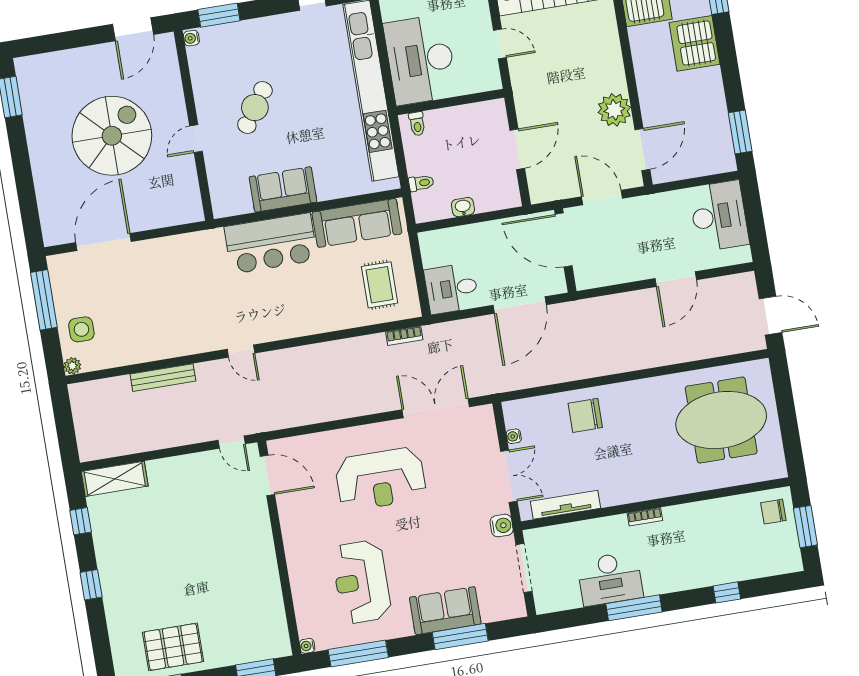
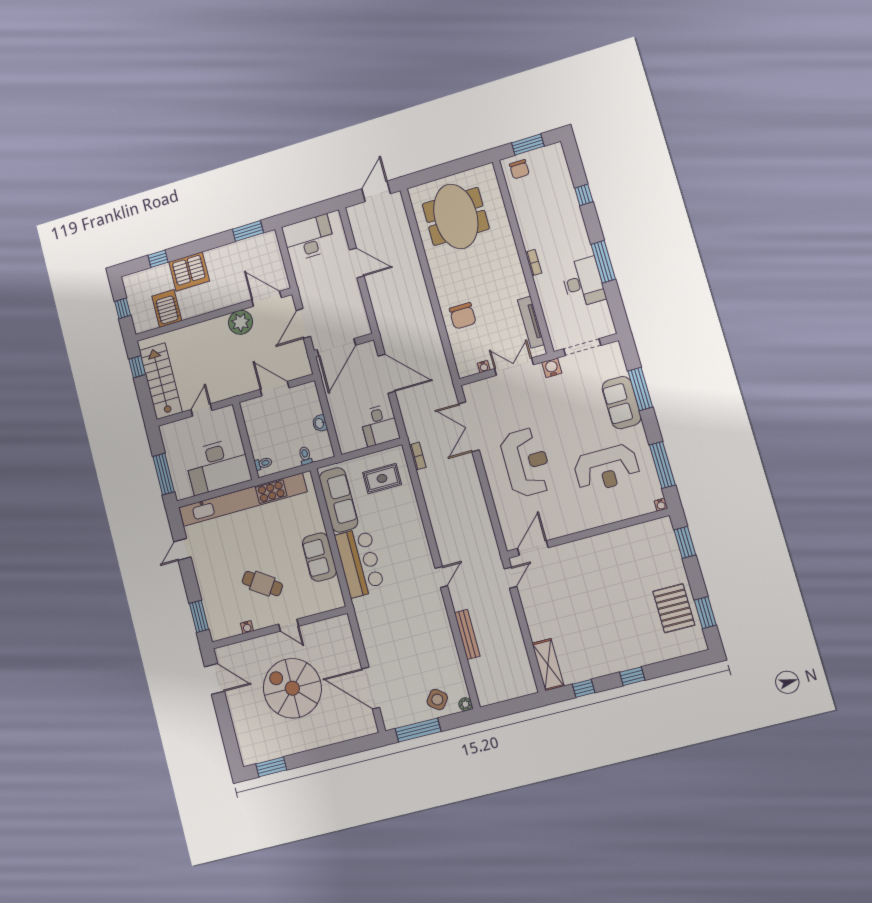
water cooler: (191, 38) -> (247, 627), moved
side table: (81, 329) -> (437, 700), turned 37

